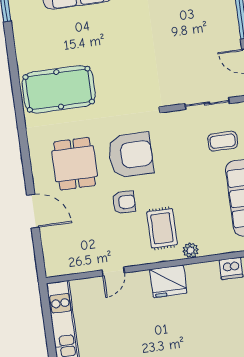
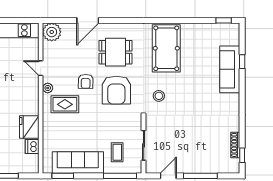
stool: (131, 91) -> (159, 96), added
plant: (191, 250) -> (48, 88), moved
plant: (57, 262) -> (52, 32), added
fridge: (168, 281) -> (29, 127), moved

